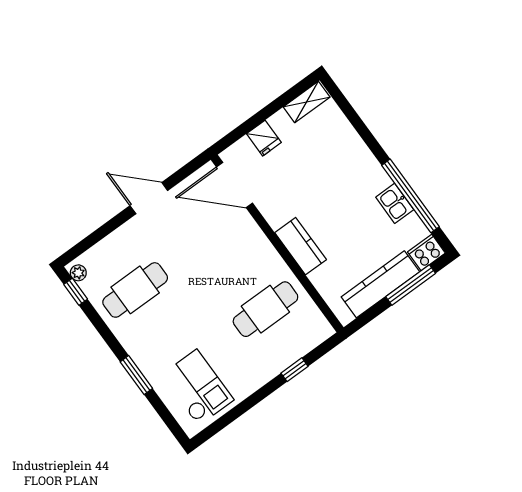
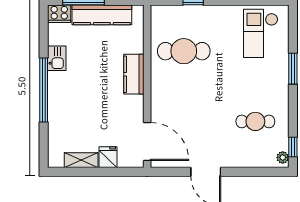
shelving: (307, 102) -> (81, 160), moved
window: (410, 196) -> (44, 90), moved
cafe table: (135, 290) -> (255, 121), width x0.73, depth x0.74

